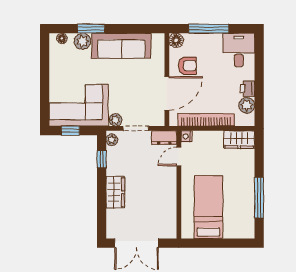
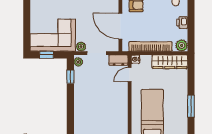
door: (167, 93) -> (120, 26), swing flipped
plant: (247, 105) -> (182, 45), moved
wardrobe: (239, 140) -> (170, 62), width x1.50
wardrobe: (115, 192) -> (81, 102), removed
window: (259, 198) -> (191, 106), width x0.69

